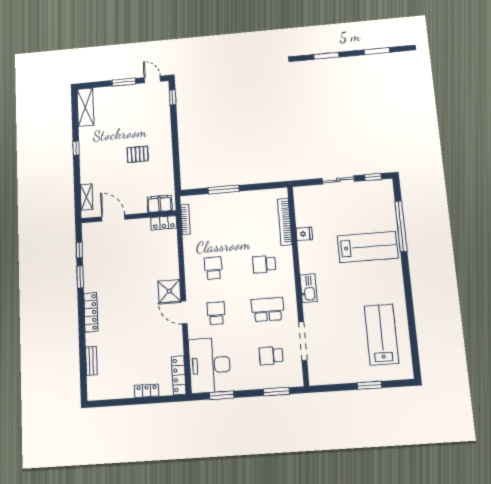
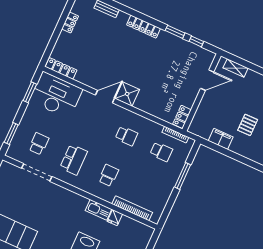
filing cabinet: (160, 204) -> (221, 139), moved, turned -90
kitchen sink: (308, 288) -> (99, 210), moved
school desk: (216, 313) -> (161, 152), moved
locker: (147, 391) -> (70, 23), moved

